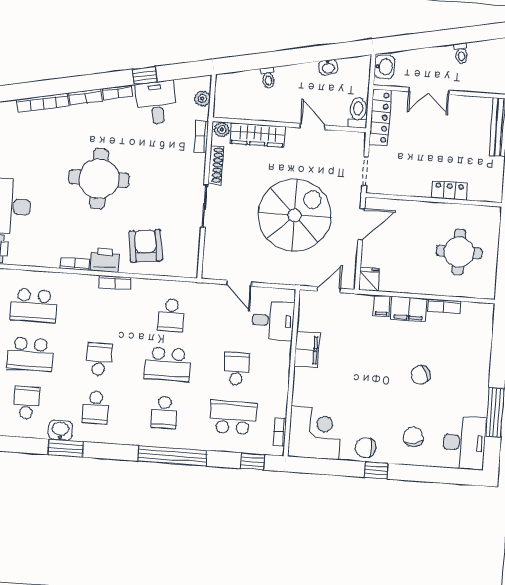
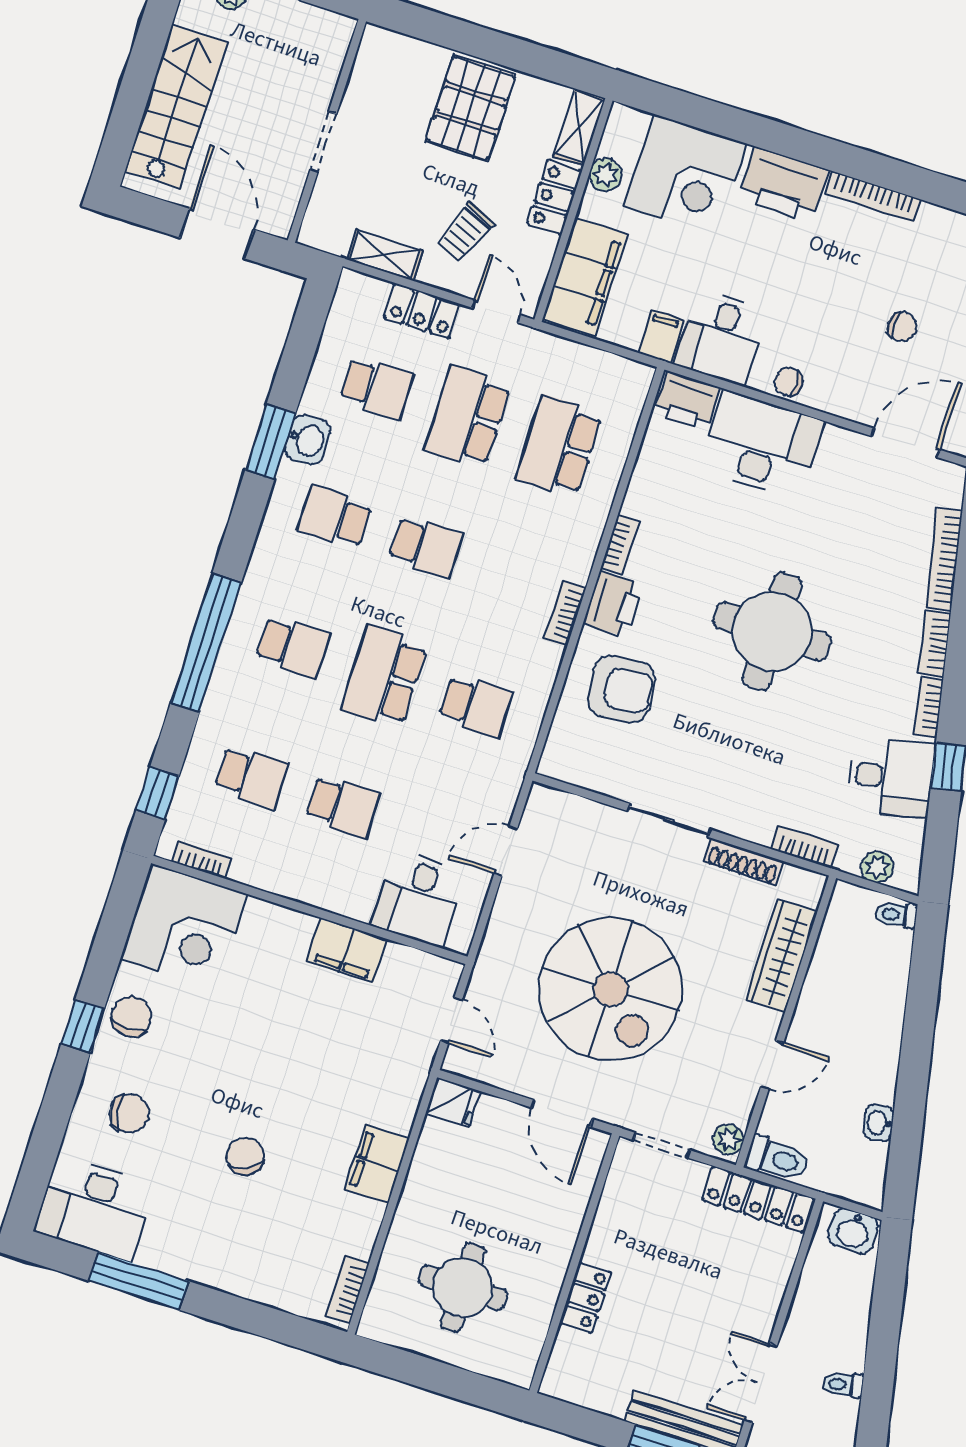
toilet: (268, 78) -> (896, 915), moved
double door: (429, 91) -> (761, 1383), moved
plant: (222, 130) -> (728, 1139), moved
filing cabinet: (382, 306) -> (395, 1114), removed
bookcase: (444, 306) -> (348, 1290), moved
school desk: (171, 315) -> (476, 706), turned 180
school desk: (164, 412) -> (293, 647), turned 180
school desk: (233, 417) -> (251, 777), width x0.54

